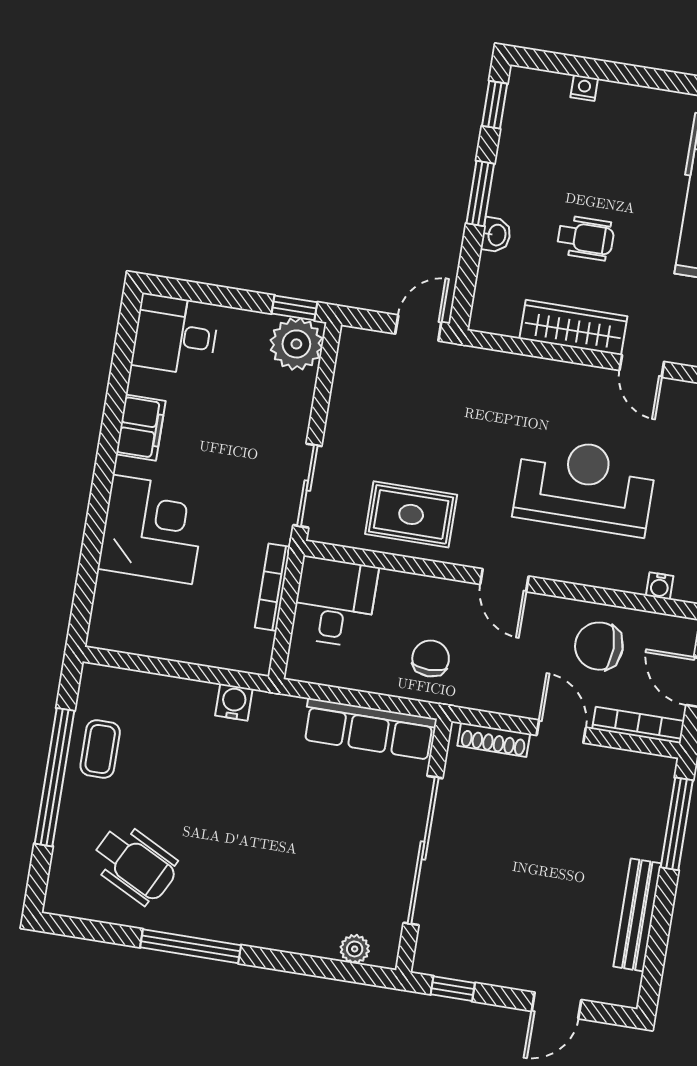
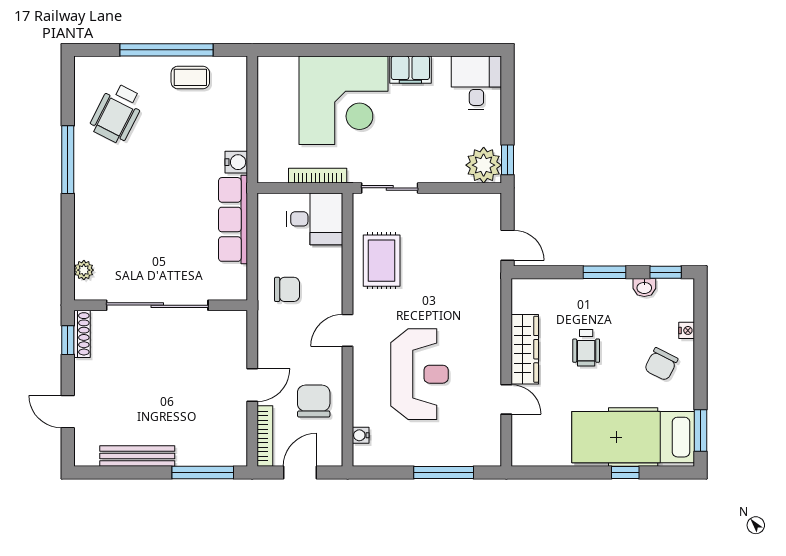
chair: (627, 133) -> (661, 364), added
washbasin: (496, 235) -> (644, 287), moved
door: (642, 366) -> (506, 399), swing flipped
corner desk: (152, 529) -> (343, 100), width x1.36, depth x1.36
row of seats: (369, 729) -> (233, 219), moved
shoe rack: (494, 740) -> (82, 334), moved, turned 180

